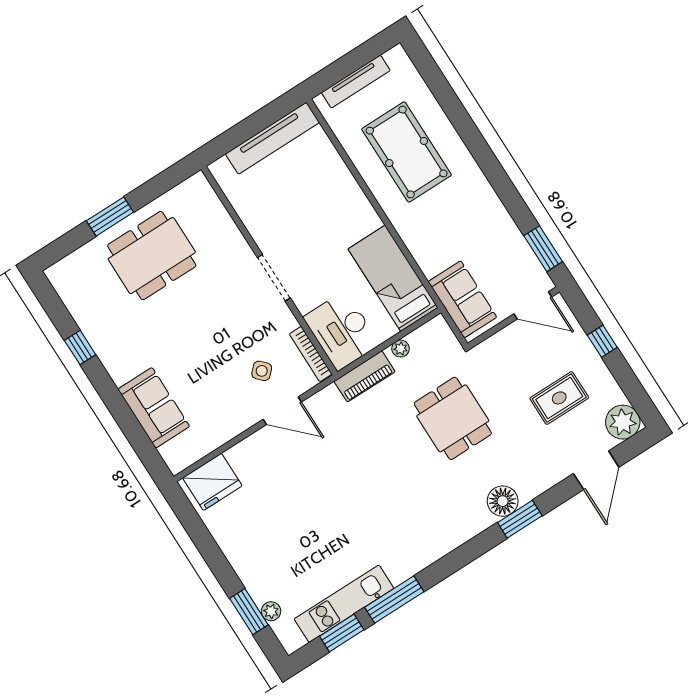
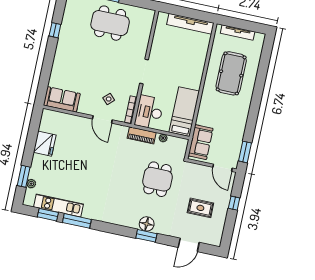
sofa: (154, 408) -> (62, 99), moved, turned -90
plant: (623, 422) -> (214, 237), removed
fridge: (212, 482) -> (45, 144), moved, turned -90

